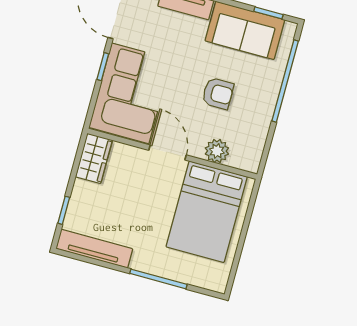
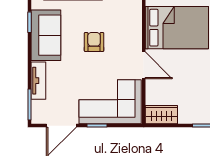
plant: (217, 151) -> (133, 32), removed
door: (168, 153) -> (144, 65), swing flipped

